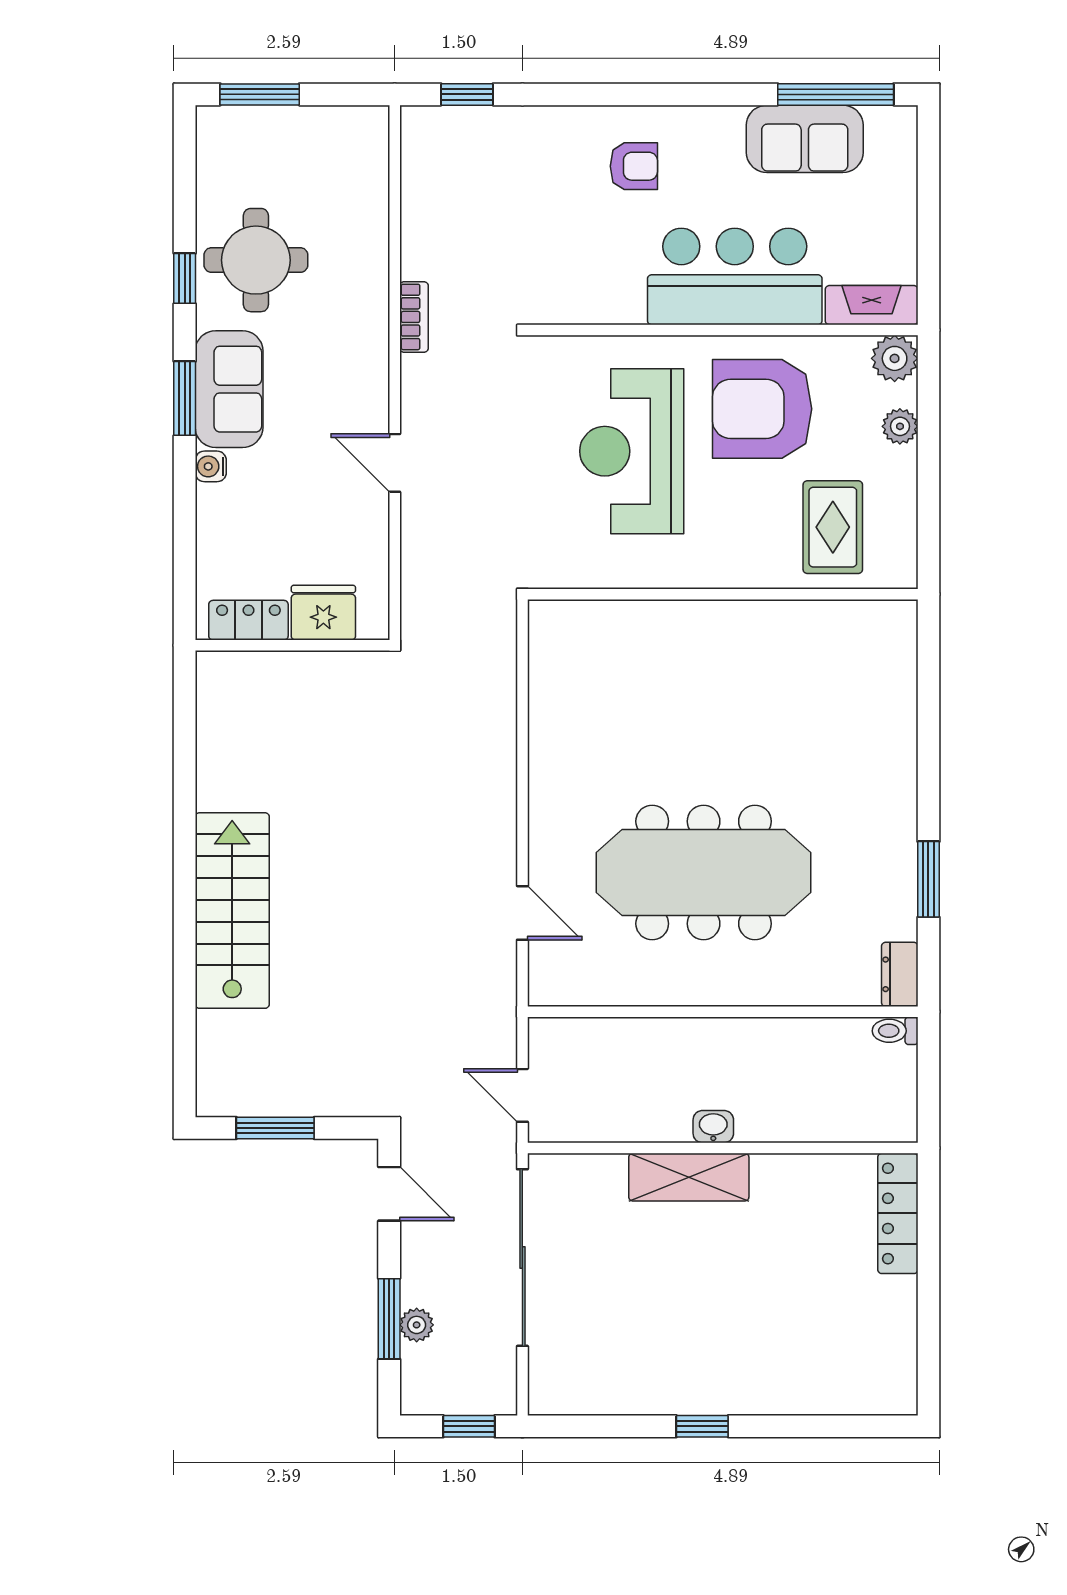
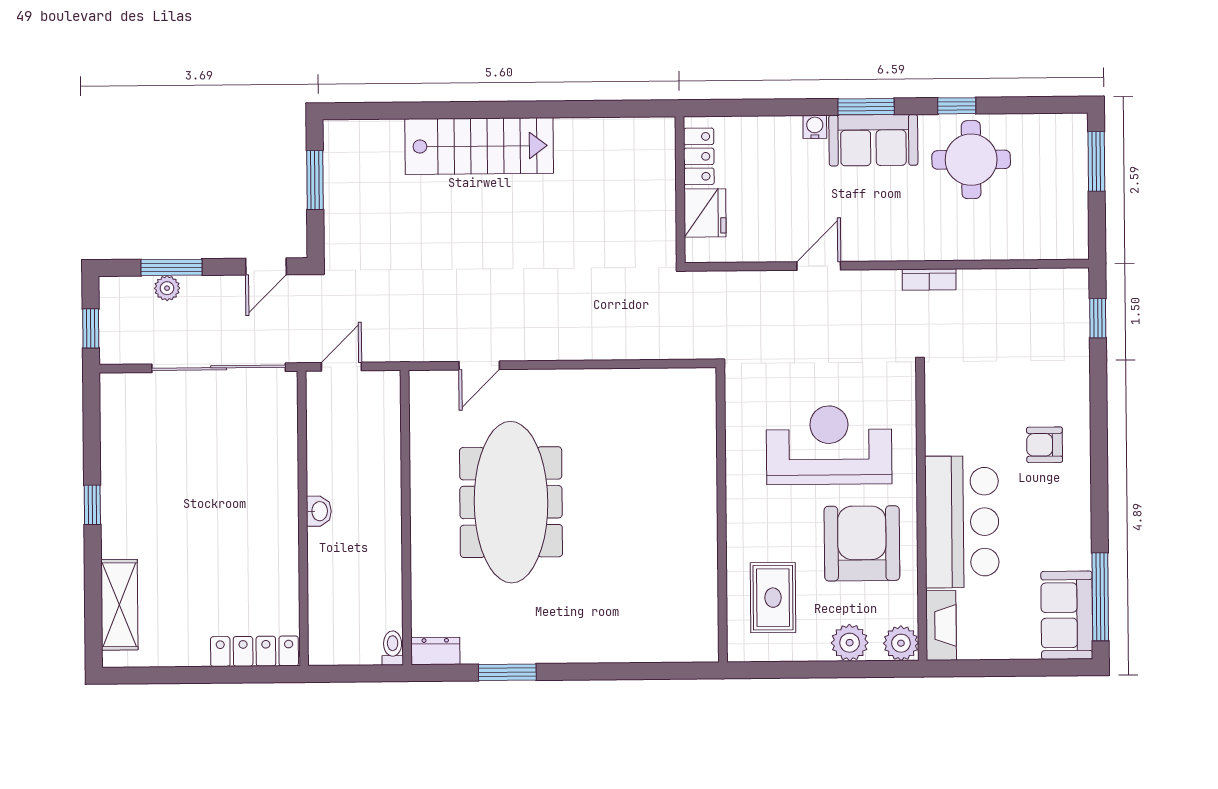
sofa: (805, 139) -> (1067, 615), moved
armchair: (634, 166) -> (1045, 445), turned 90
plant: (900, 426) -> (850, 643), width x1.38, depth x1.38
rug: (833, 527) -> (773, 598), turned 90
shelving: (689, 1177) -> (119, 605), moved

